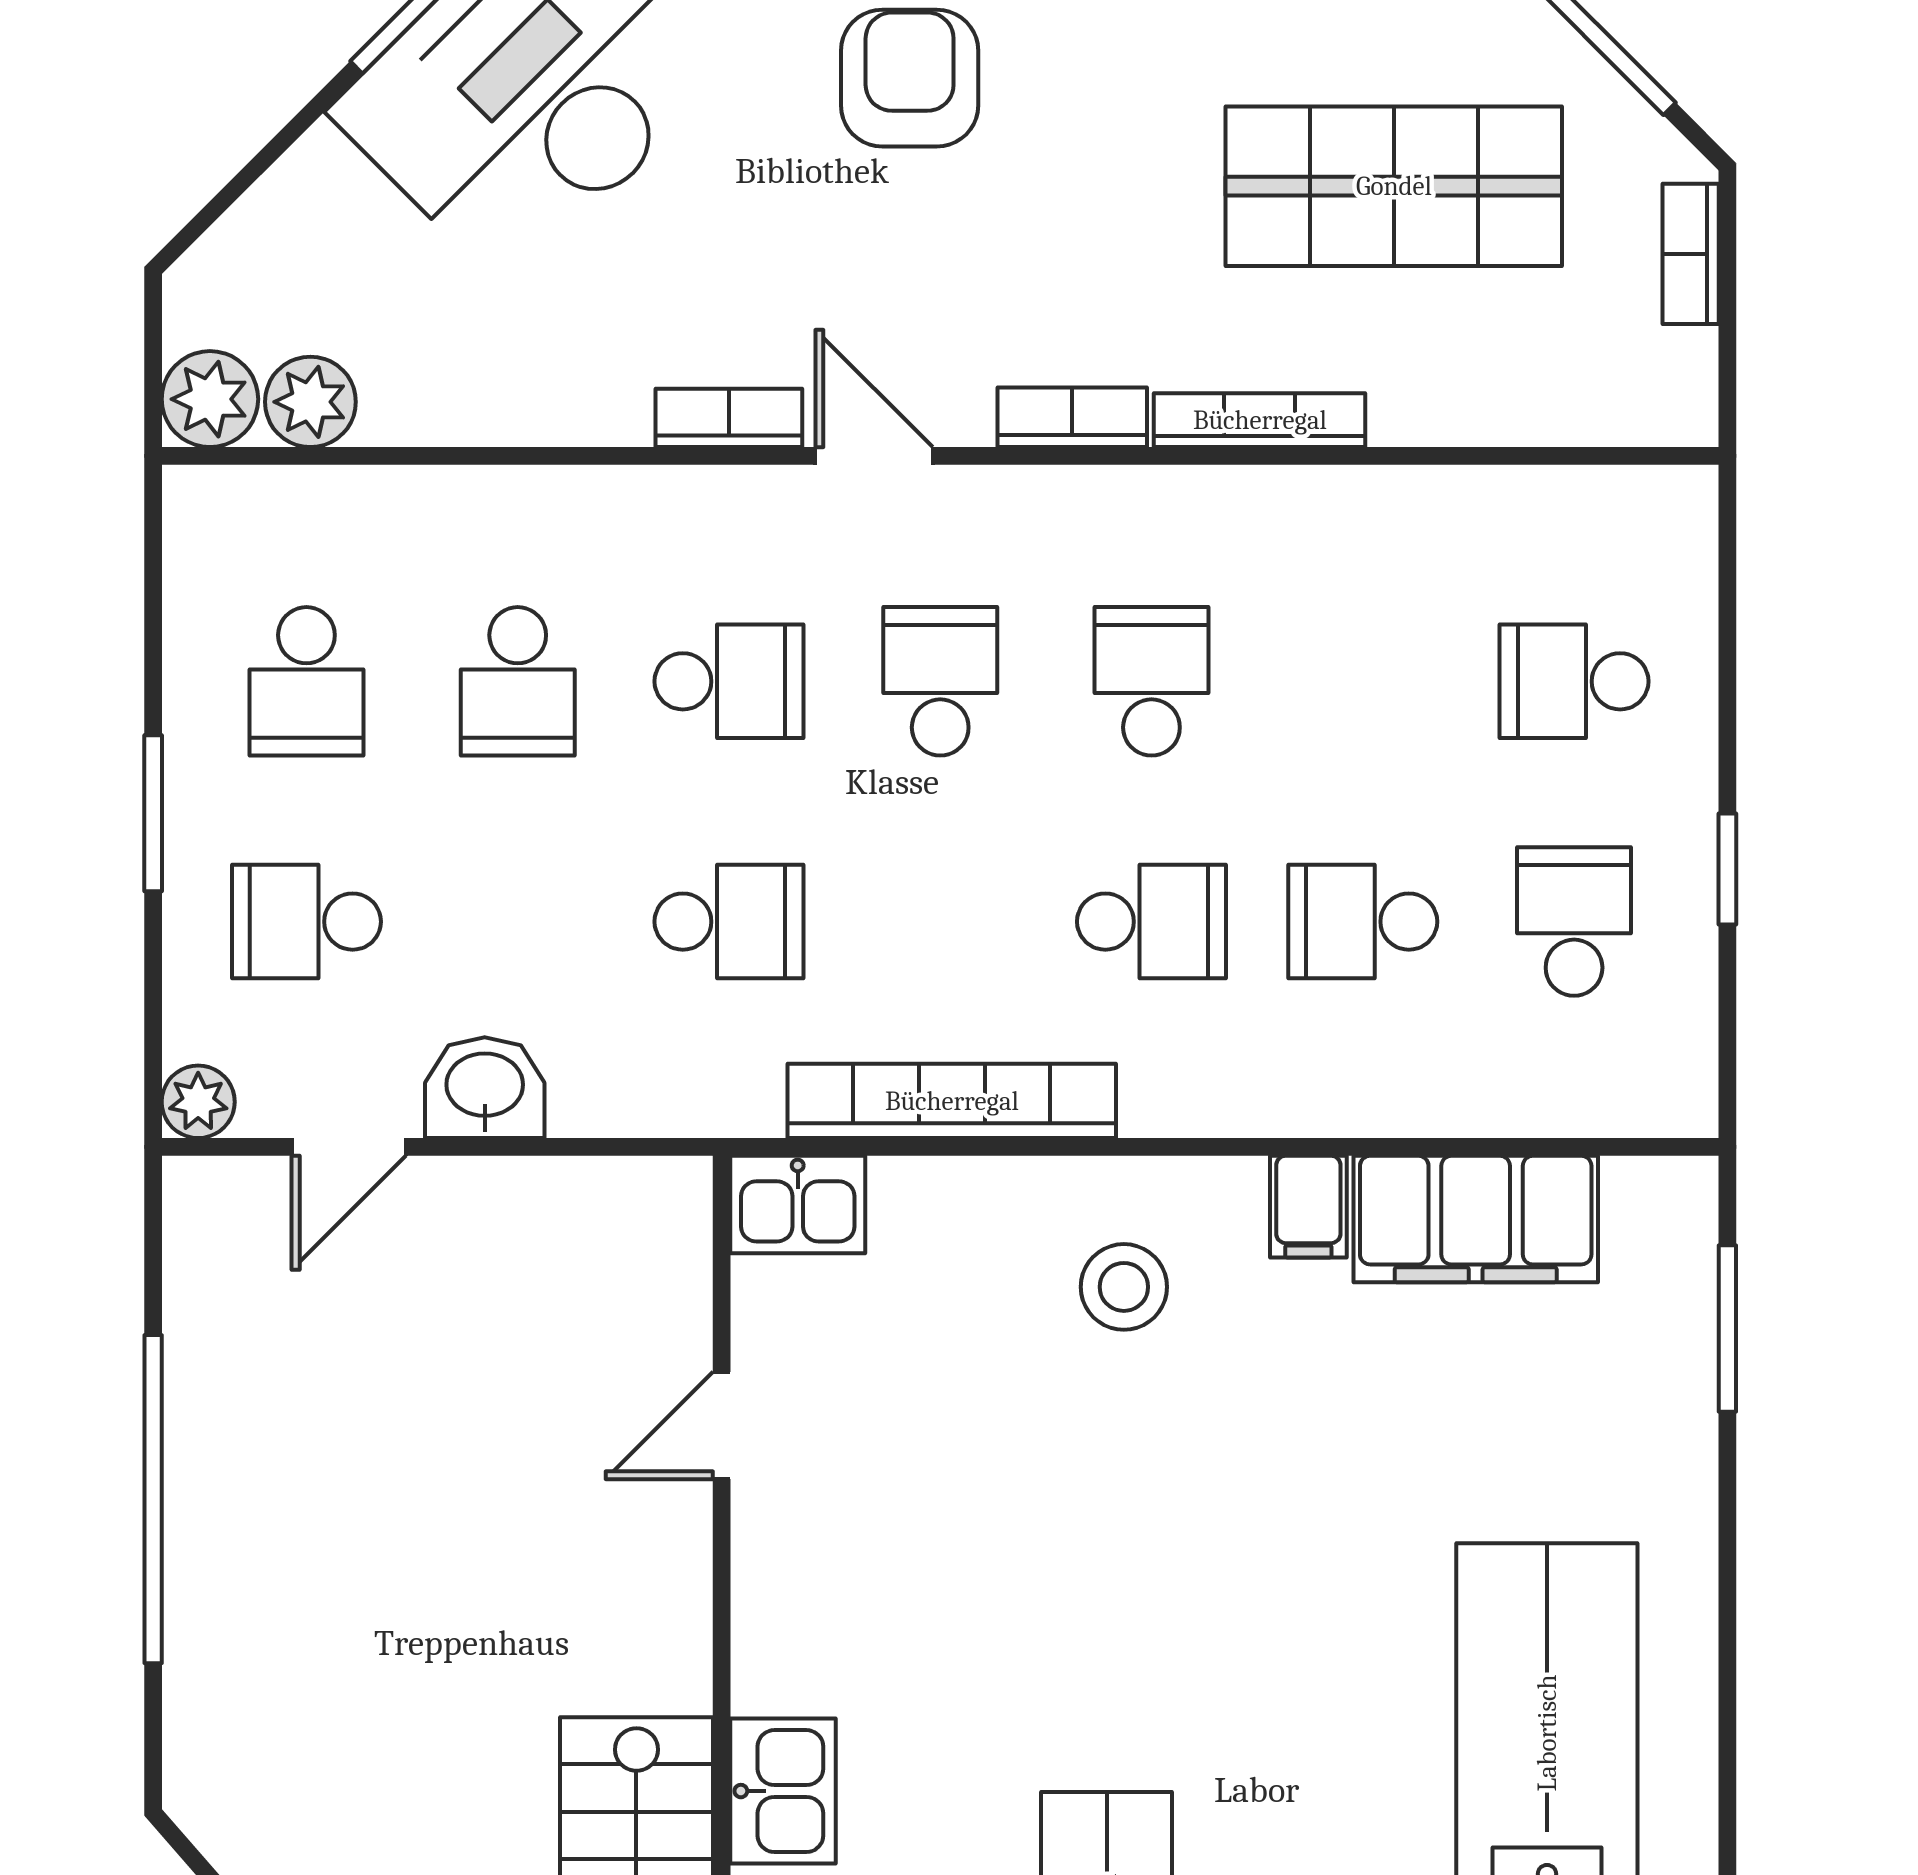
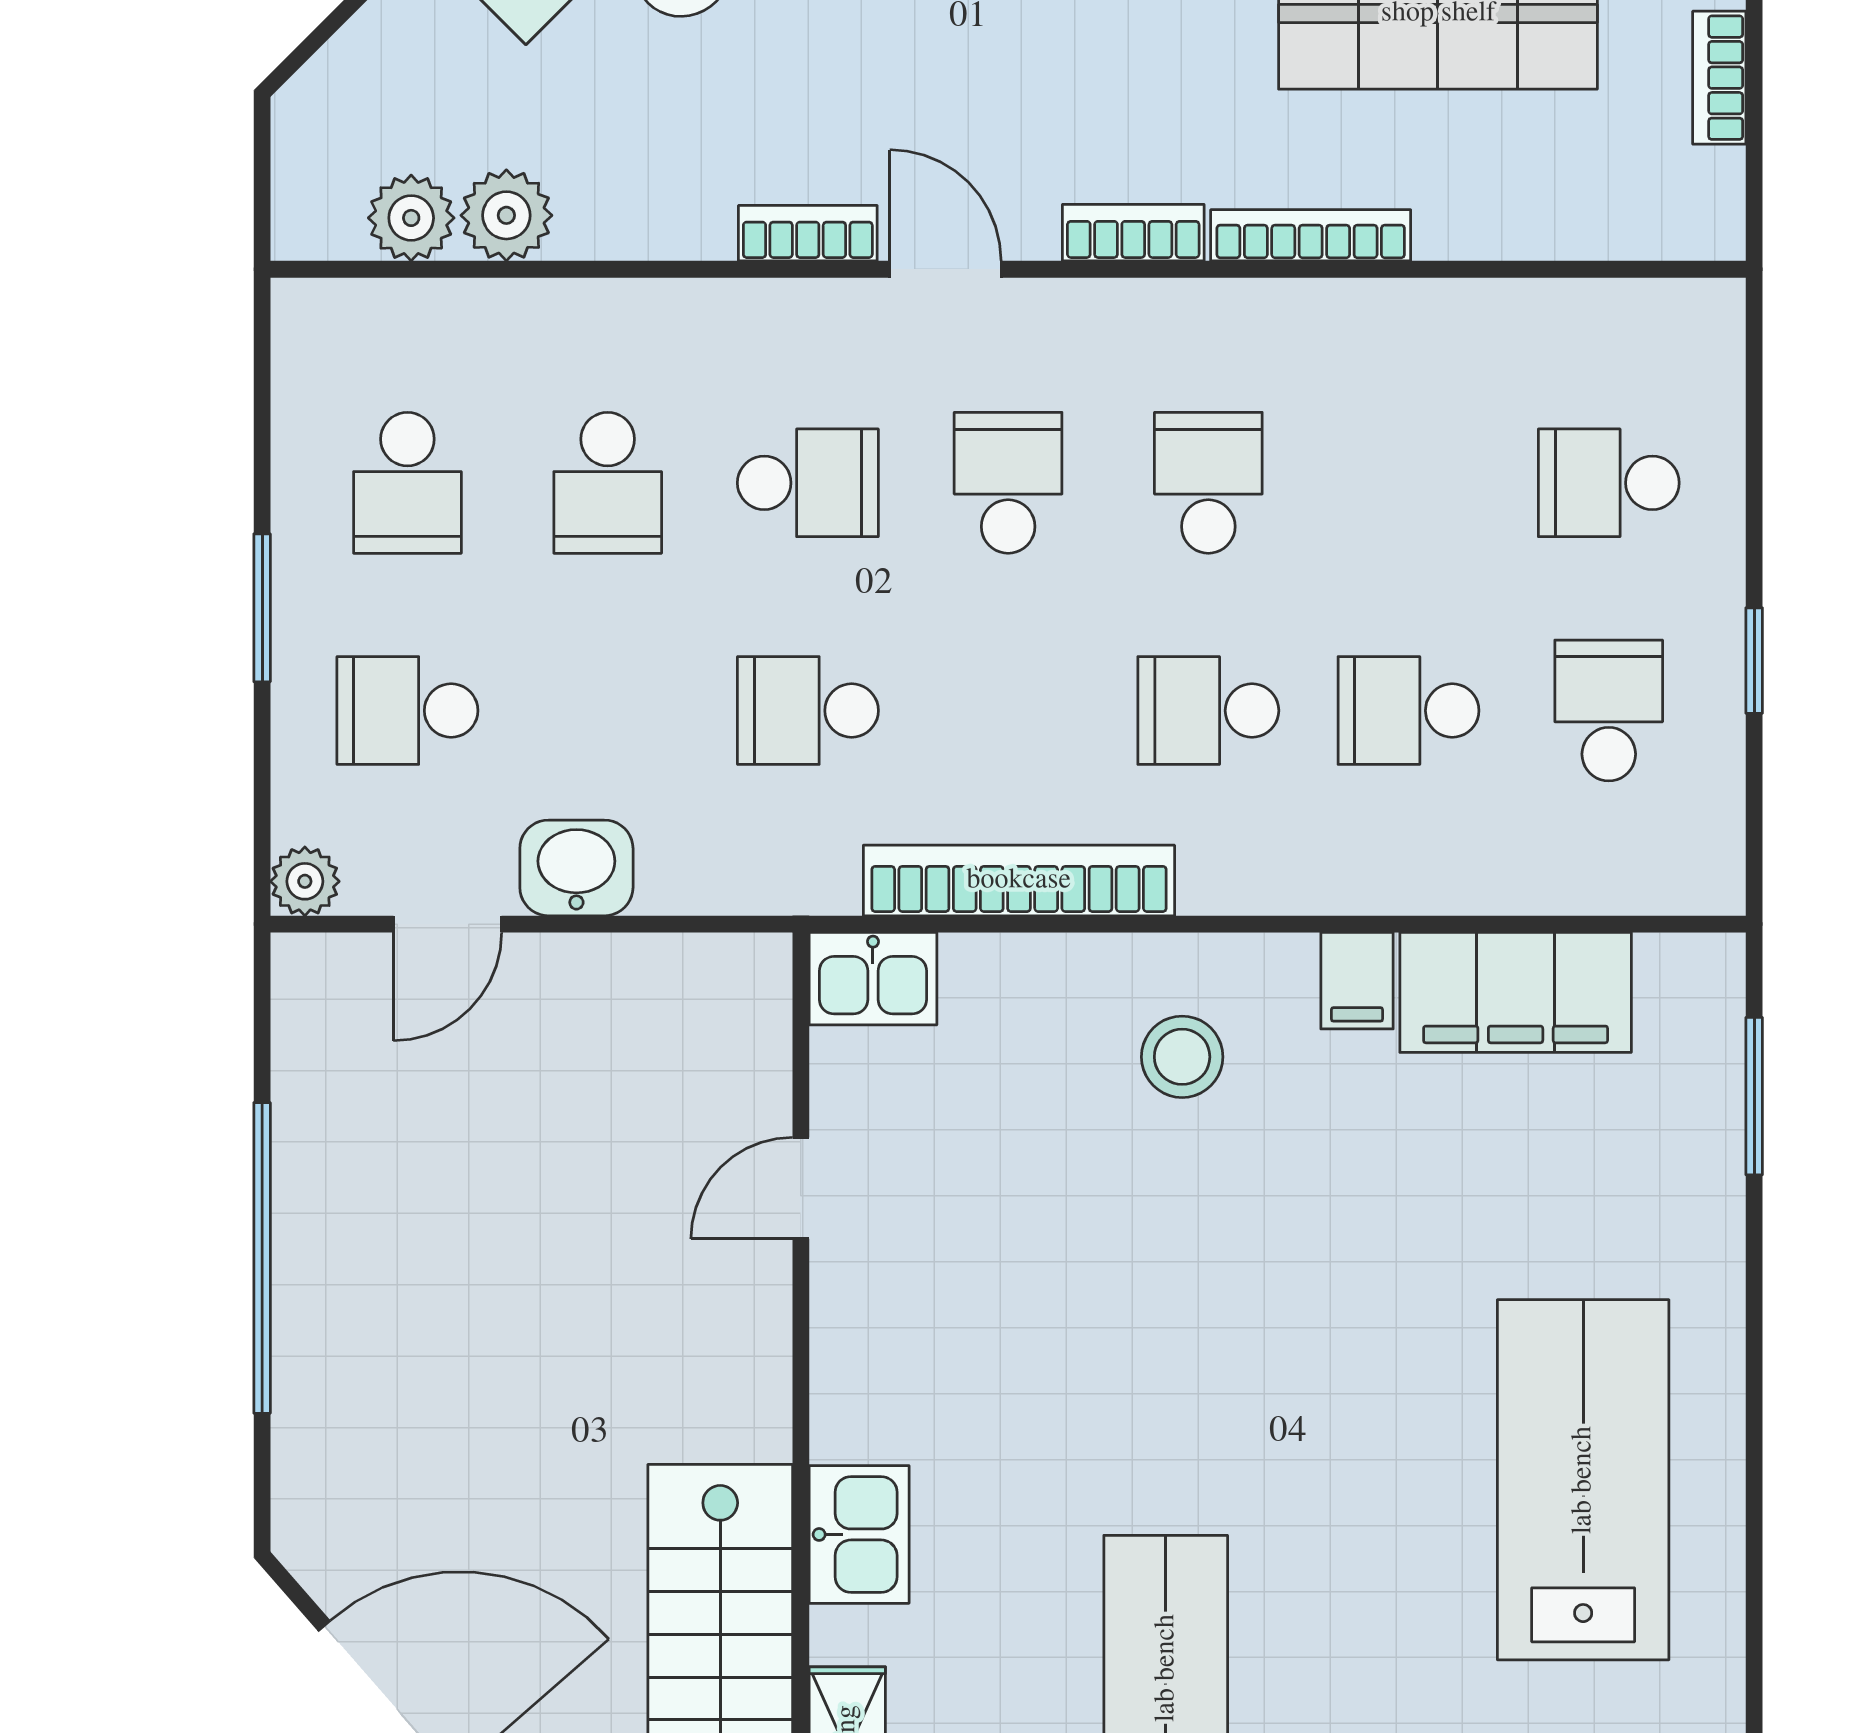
plant: (210, 399) -> (506, 215), moved
school desk: (729, 922) -> (808, 711), turned 180
school desk: (1151, 922) -> (1208, 711), turned 180

